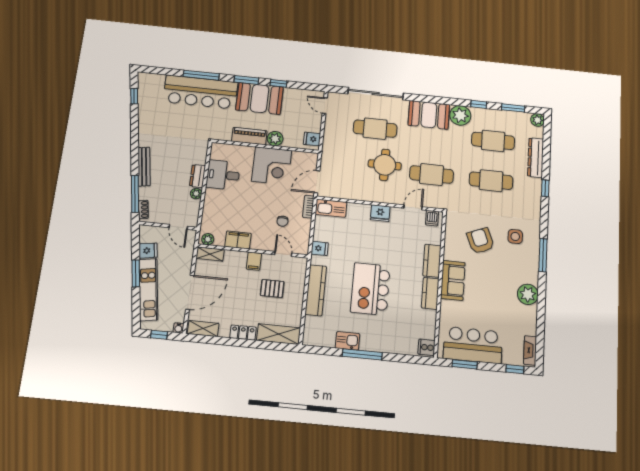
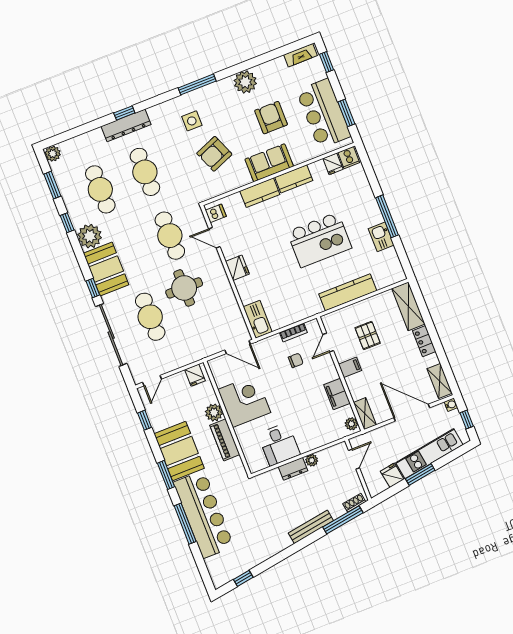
window: (278, 83) -> (145, 420), moved
window: (419, 98) -> (93, 288), added
dresser: (536, 158) -> (126, 125), moved
bookcase: (308, 207) -> (293, 332), moved
fridge: (320, 248) -> (333, 164), moved, turned 180
armchair: (489, 300) -> (271, 118), added

